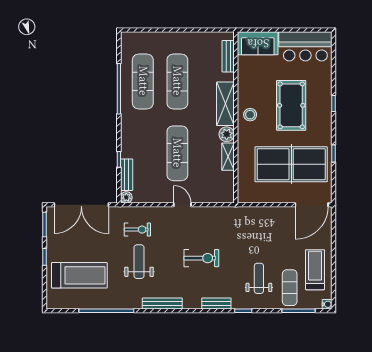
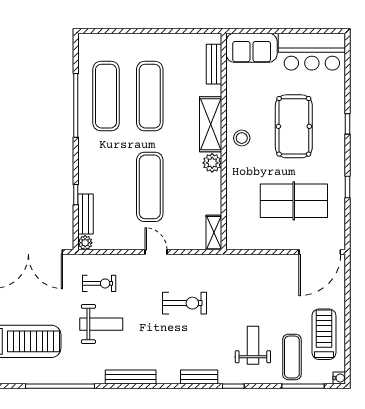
shelving: (228, 157) -> (214, 233), moved
table tennis table: (291, 164) -> (294, 201), width x0.73, depth x0.76
exercise bike: (201, 258) -> (184, 303), moved
weight bench: (139, 262) -> (101, 324), turned 90

